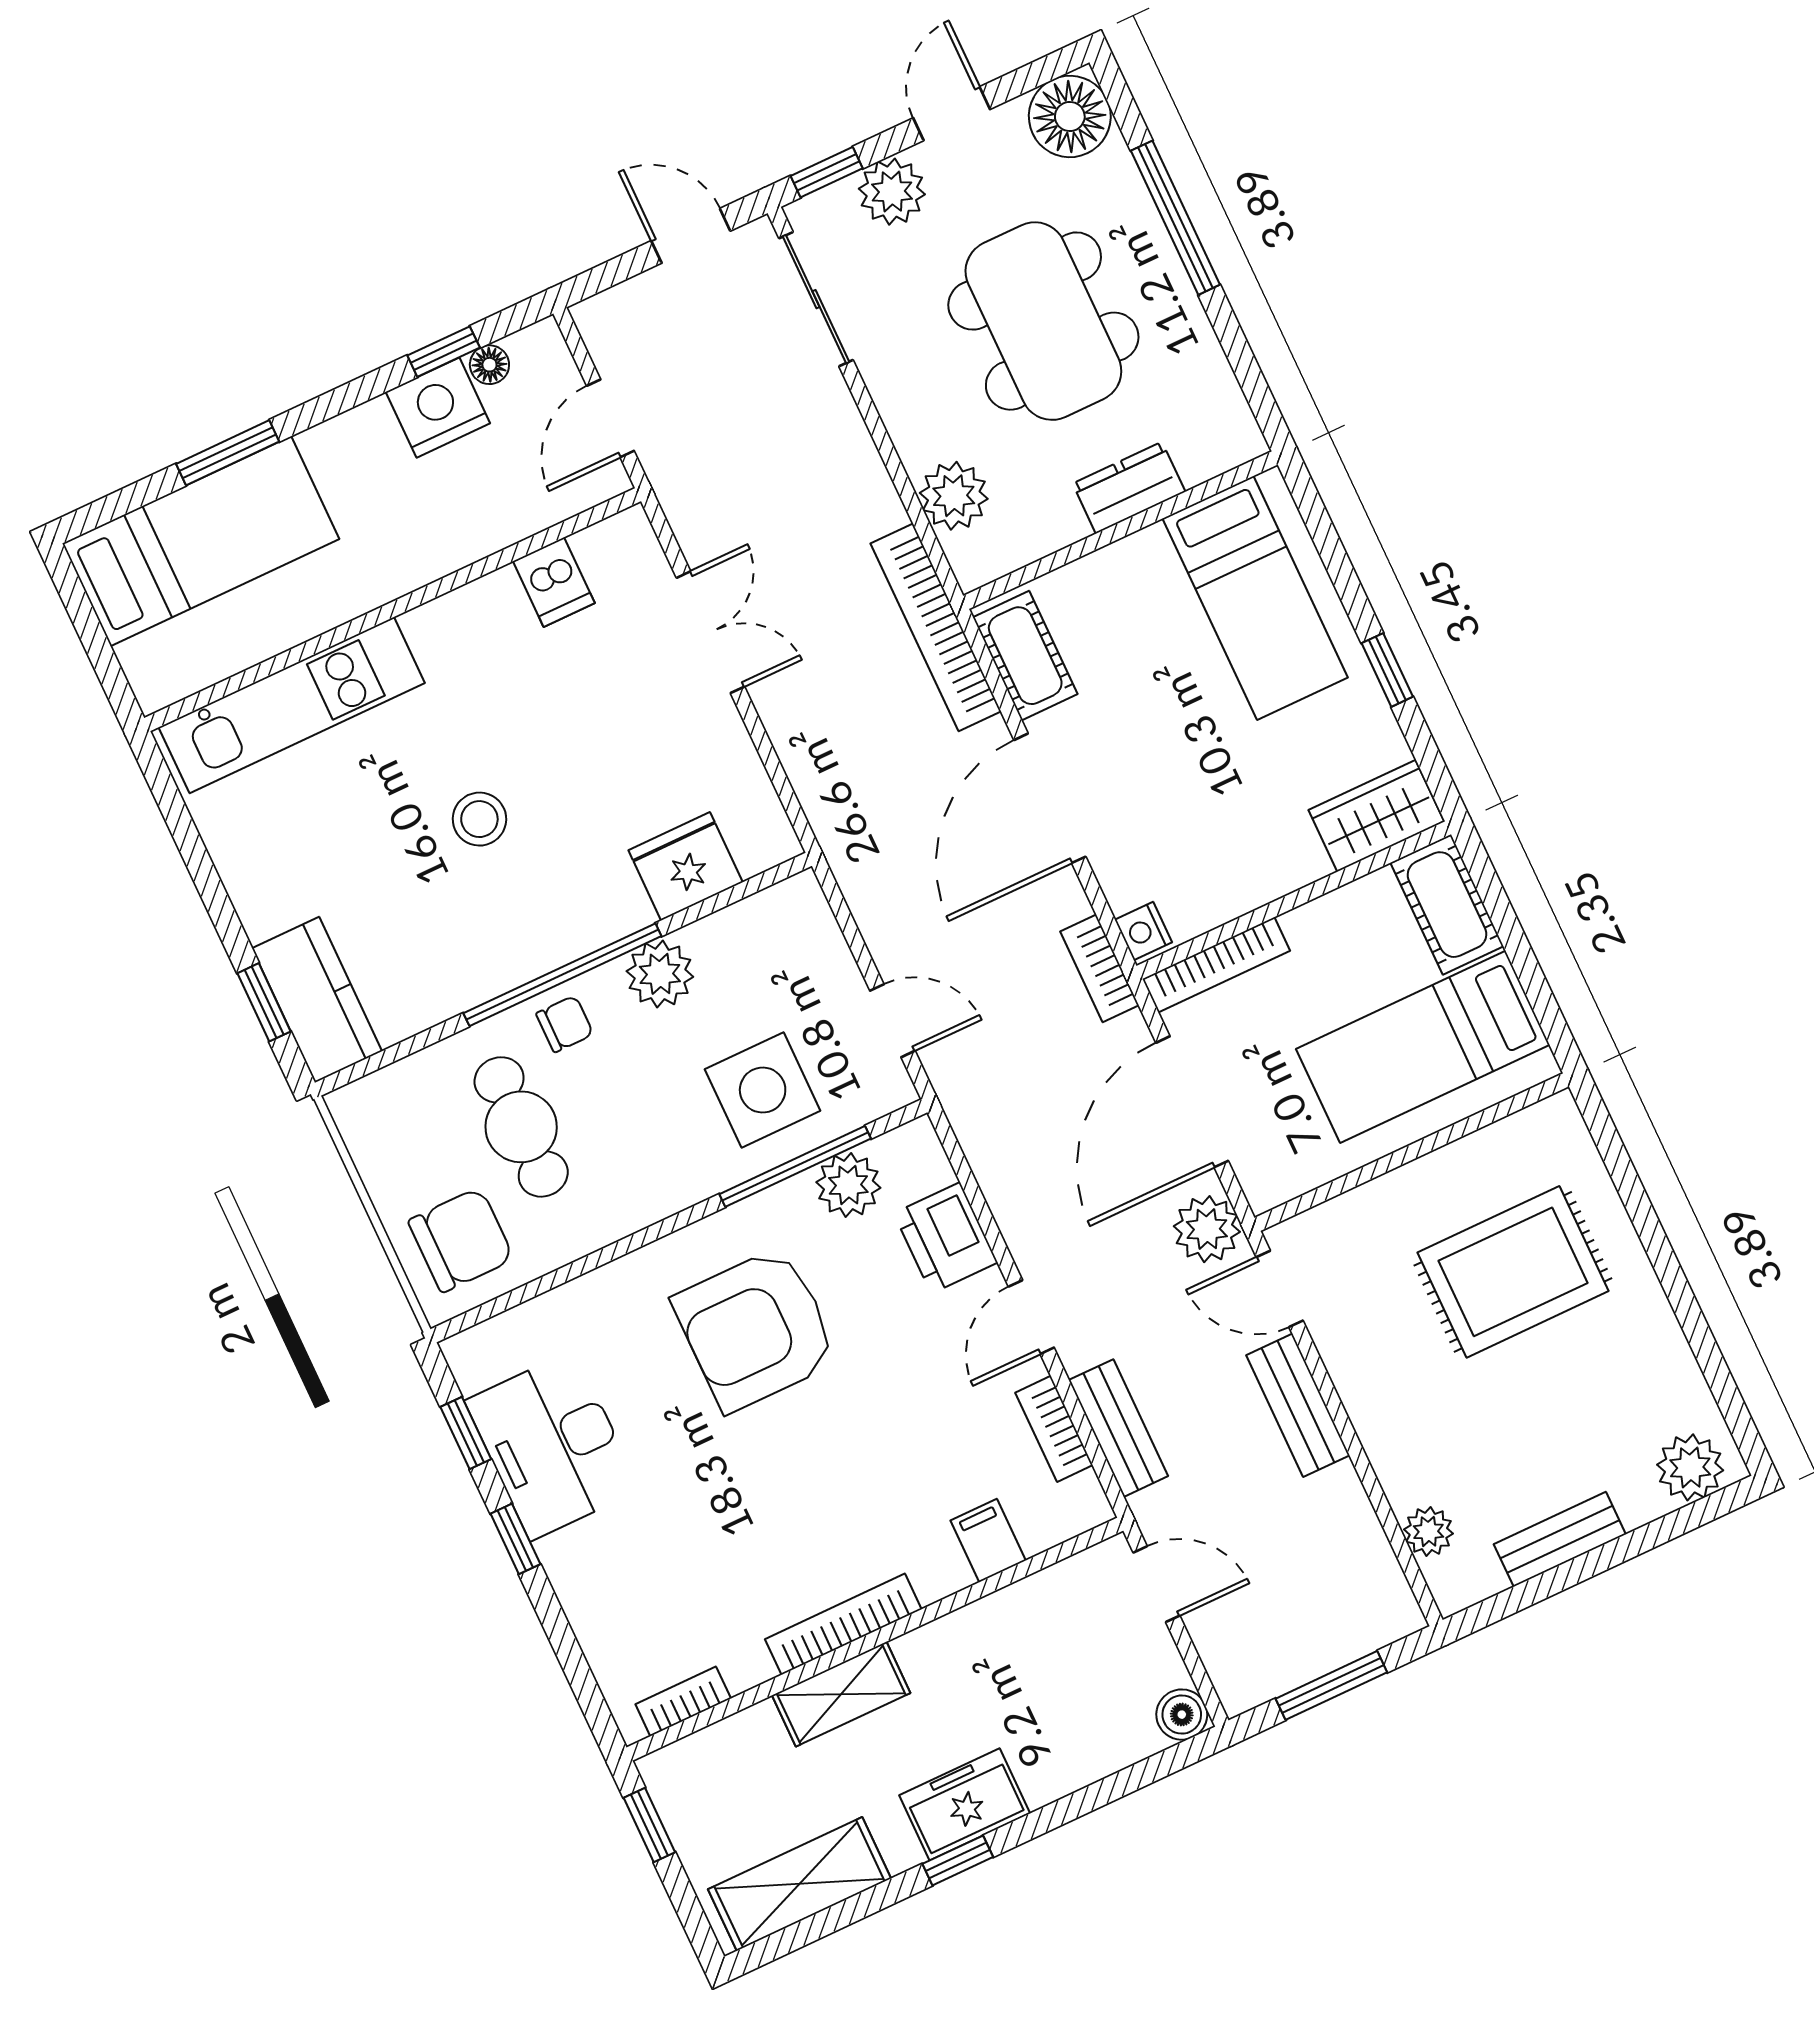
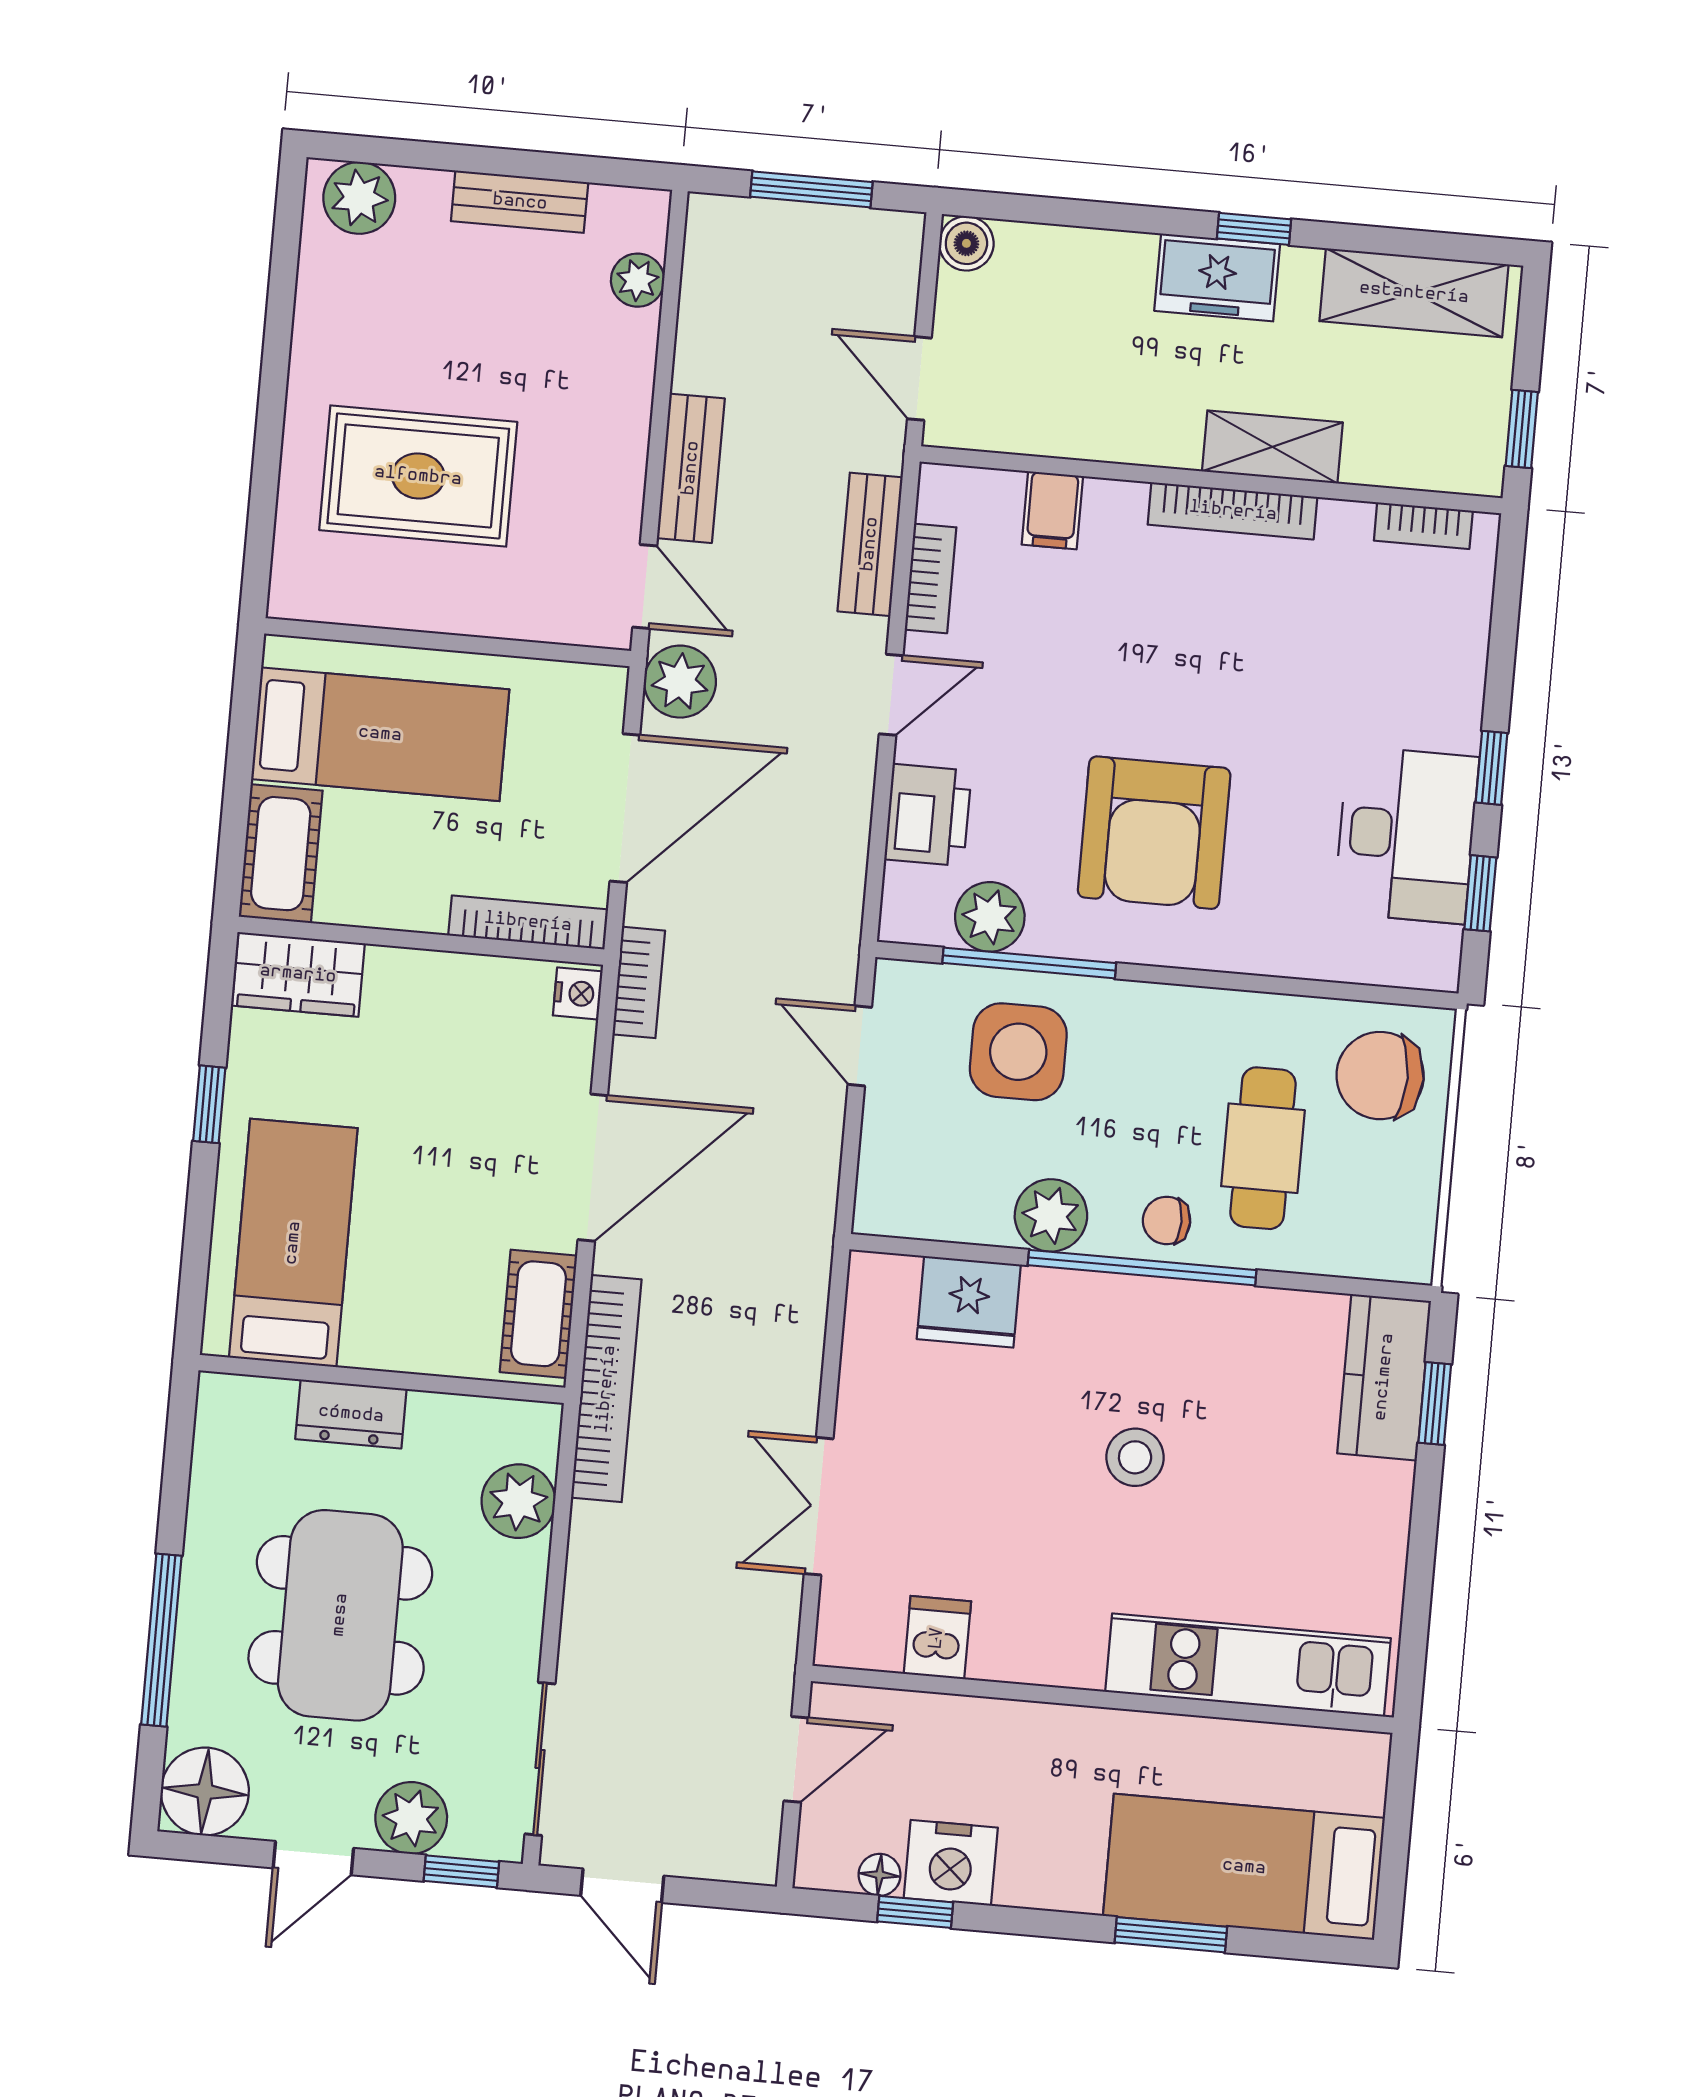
armchair: (756, 1329) -> (1154, 833), turned 90

